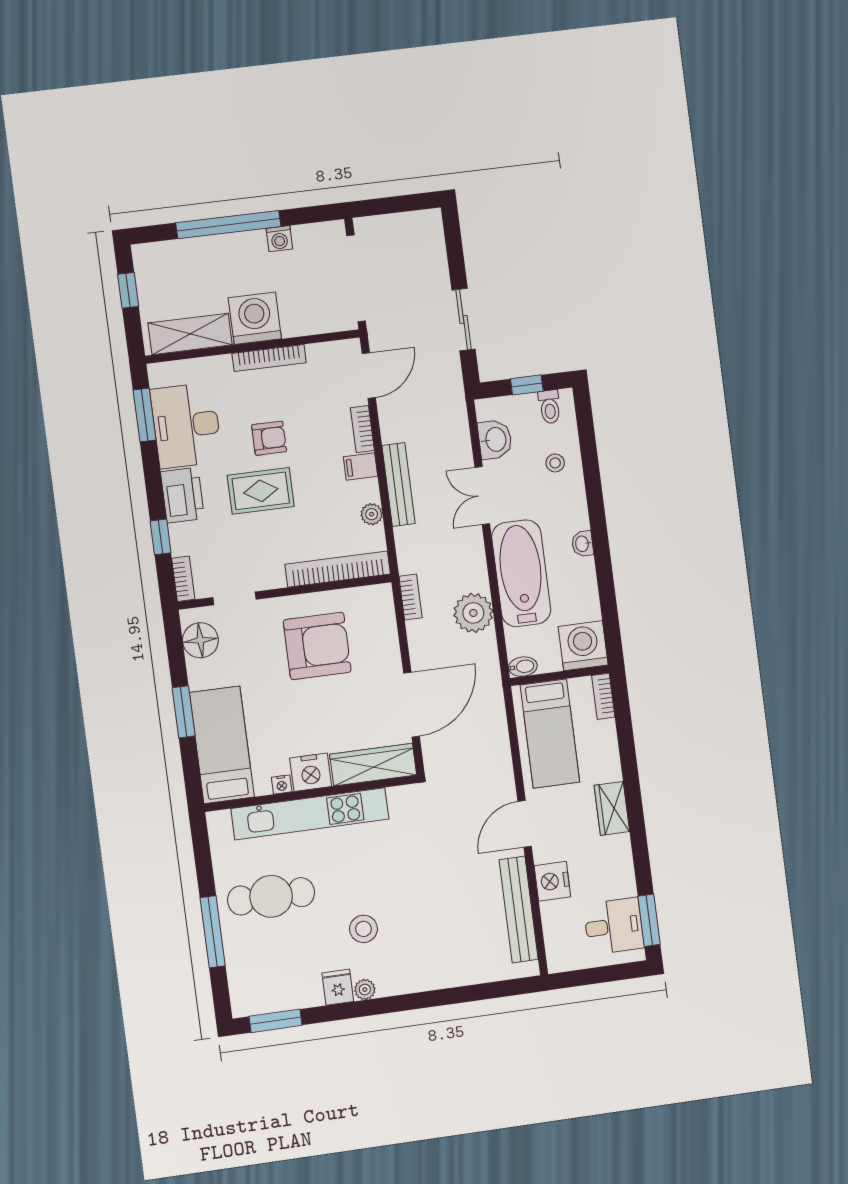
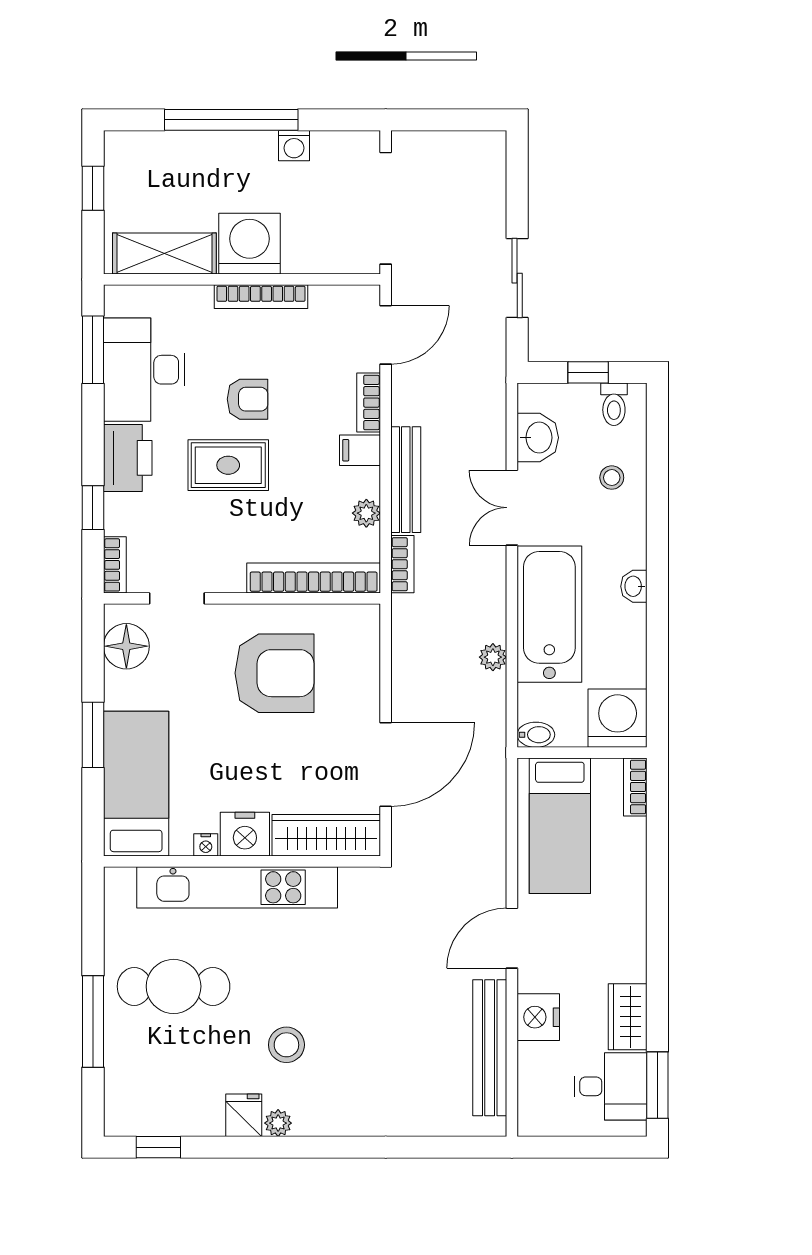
bookcase: (411, 597) -> (402, 564), moved
plant: (473, 613) -> (493, 657), width x0.53, depth x0.53
wardrobe: (612, 808) -> (628, 1017), moved
window: (276, 1021) -> (158, 1147), width x0.67

